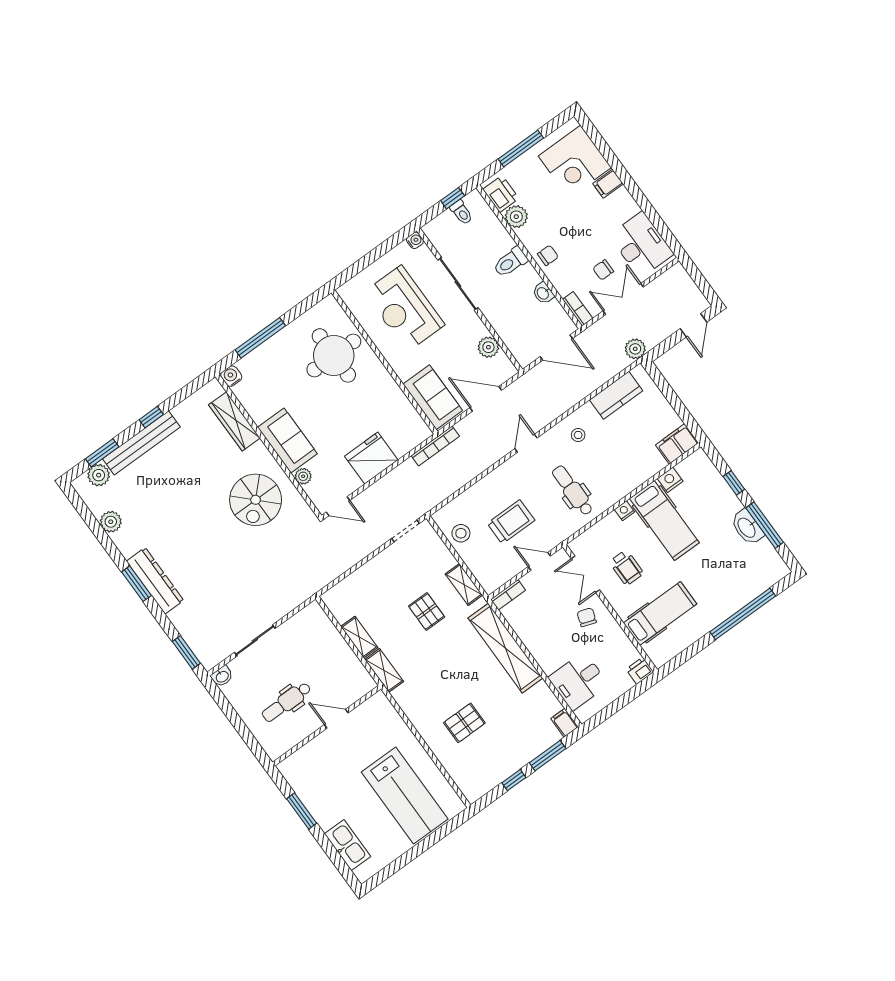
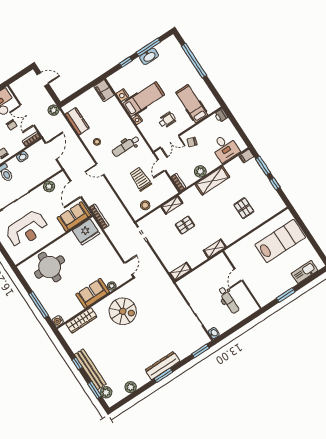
fridge: (371, 458) -> (86, 232), moved, turned -90
plant: (531, 636) -> (200, 171), added
shelving: (359, 637) -> (180, 271), moved
shelving: (505, 648) -> (212, 181), width x0.68

